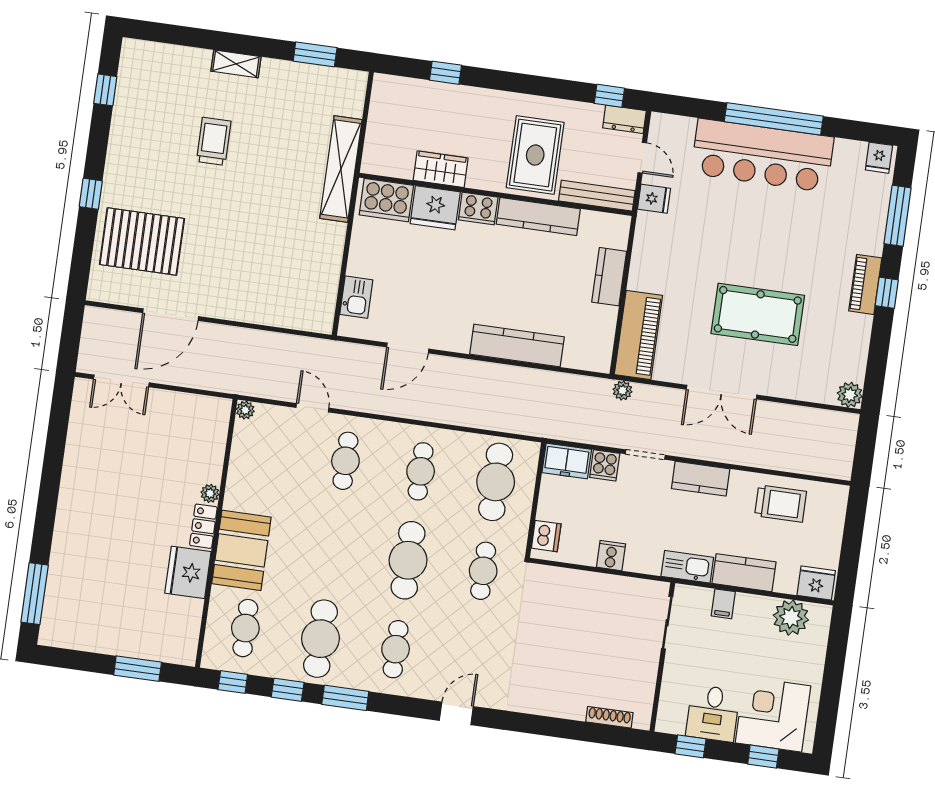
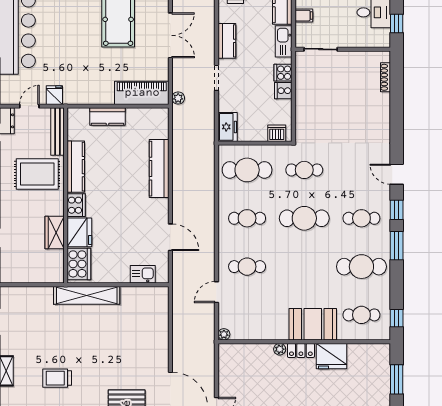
shelving: (341, 169) -> (87, 295), moved
cooker: (605, 465) -> (283, 73), moved, turned 180
window: (288, 690) -> (397, 210), moved

